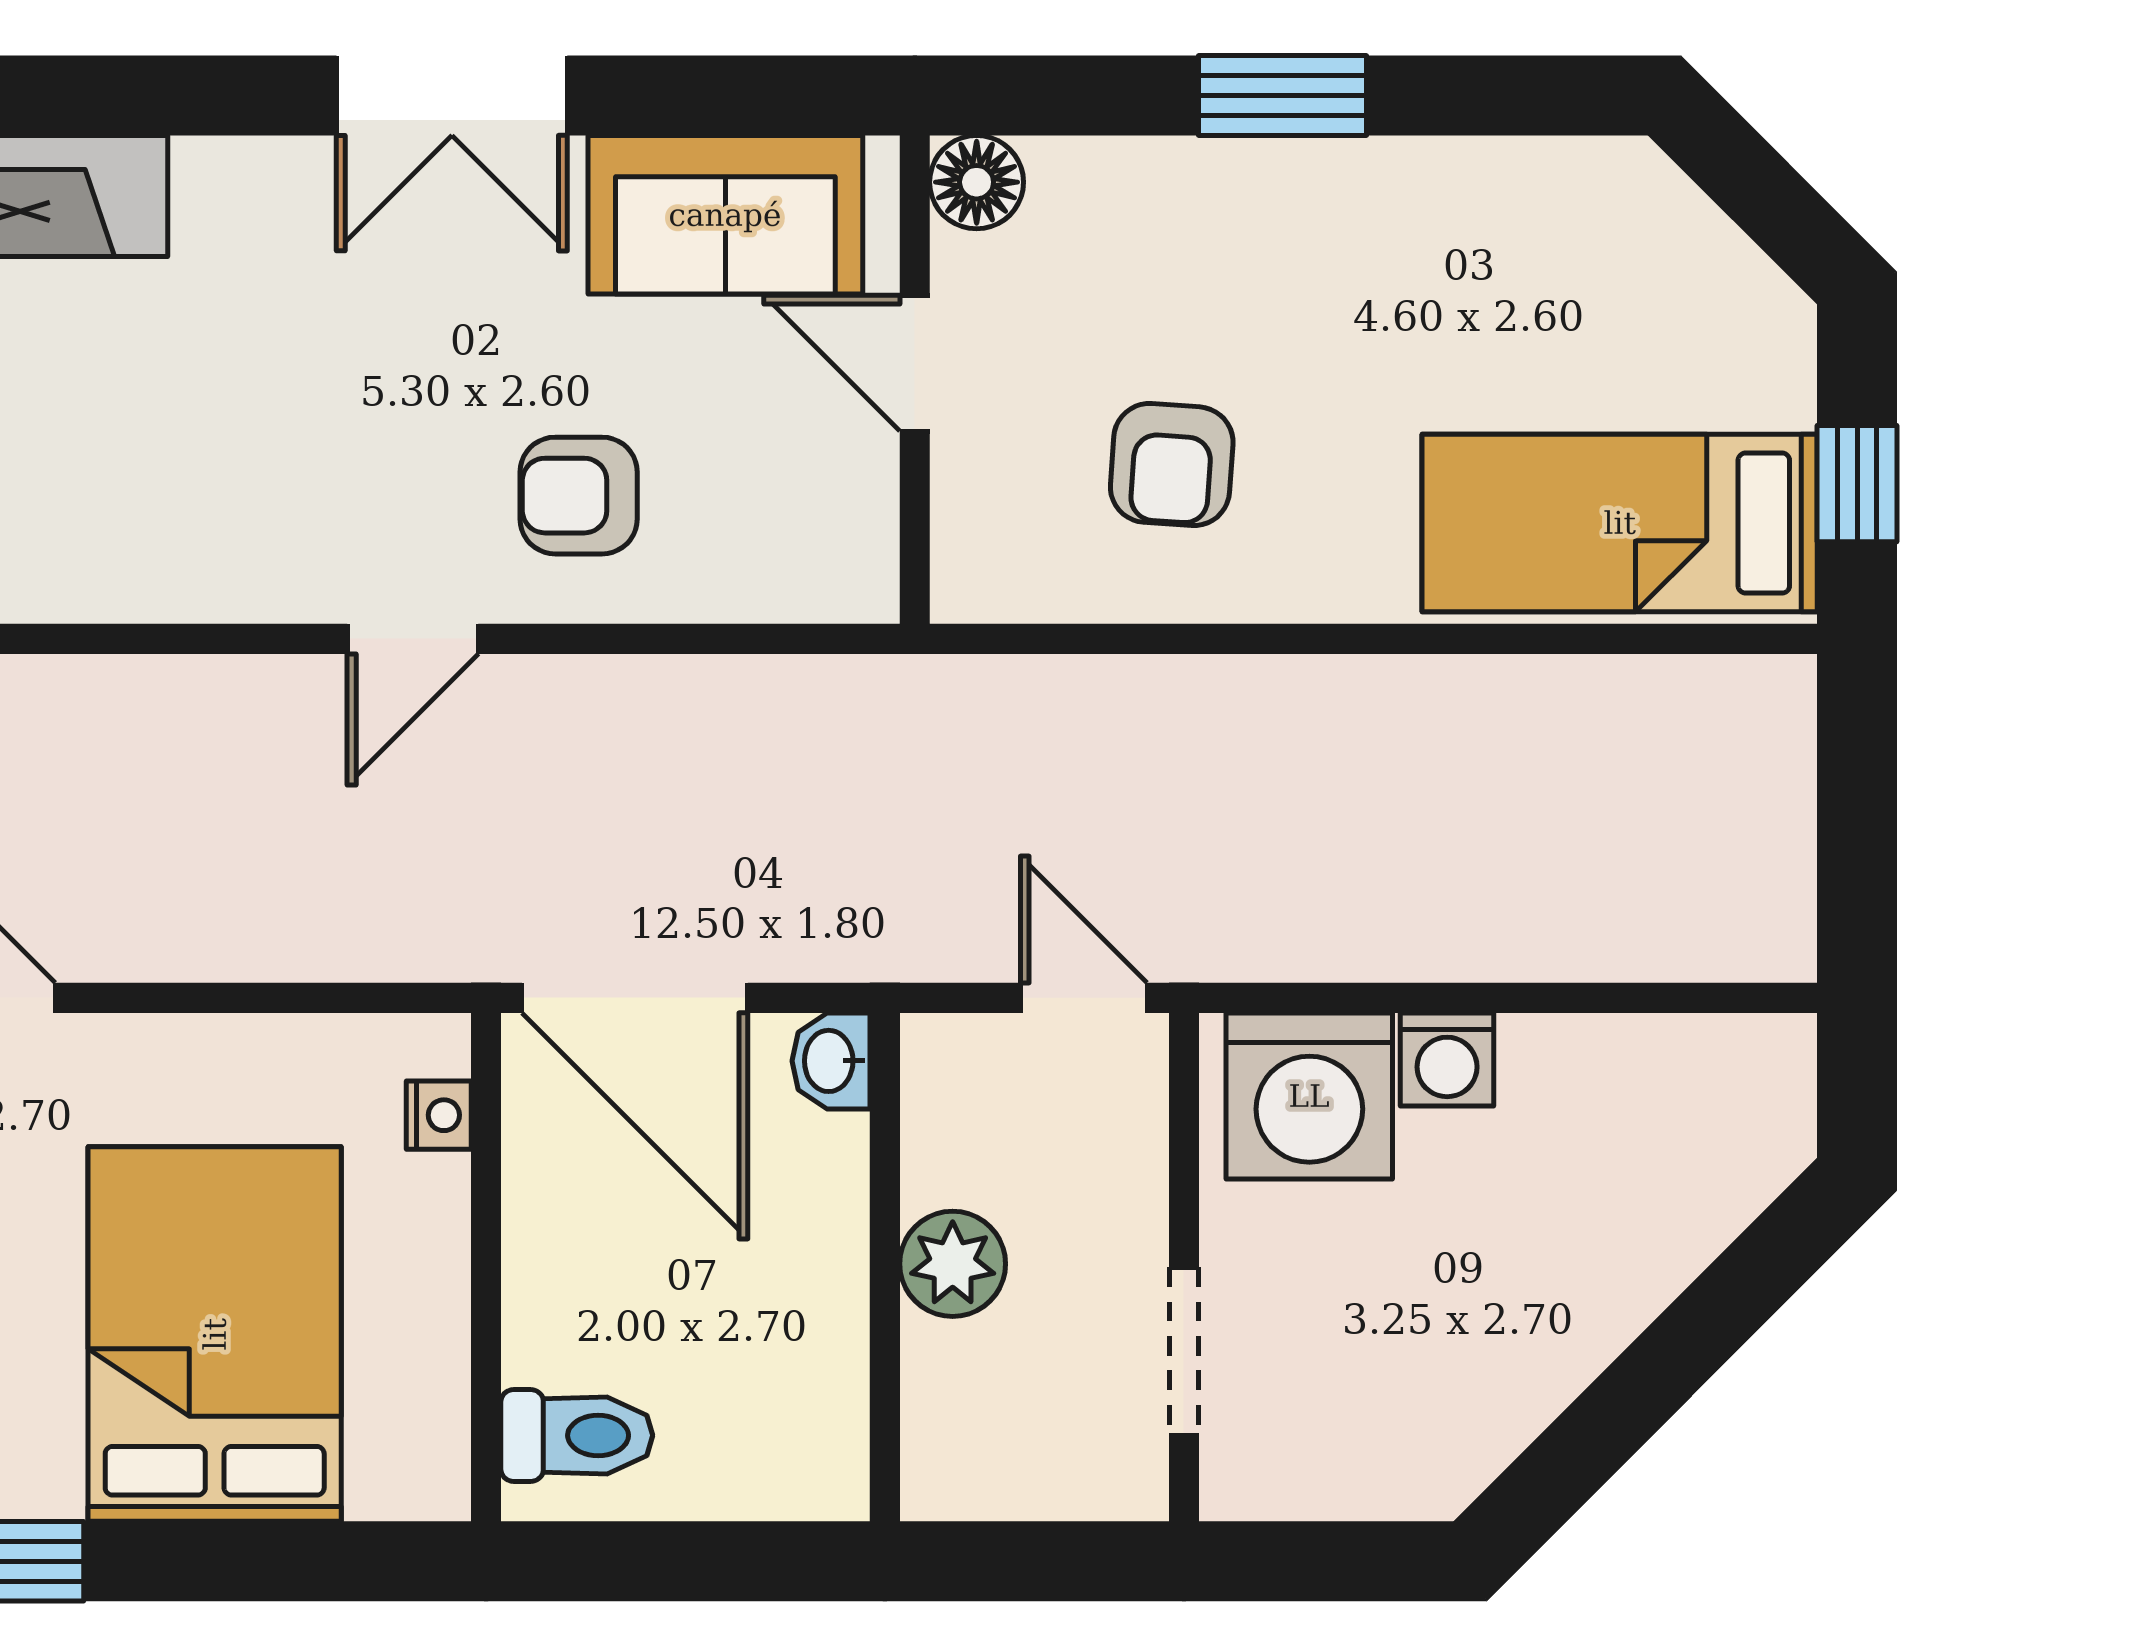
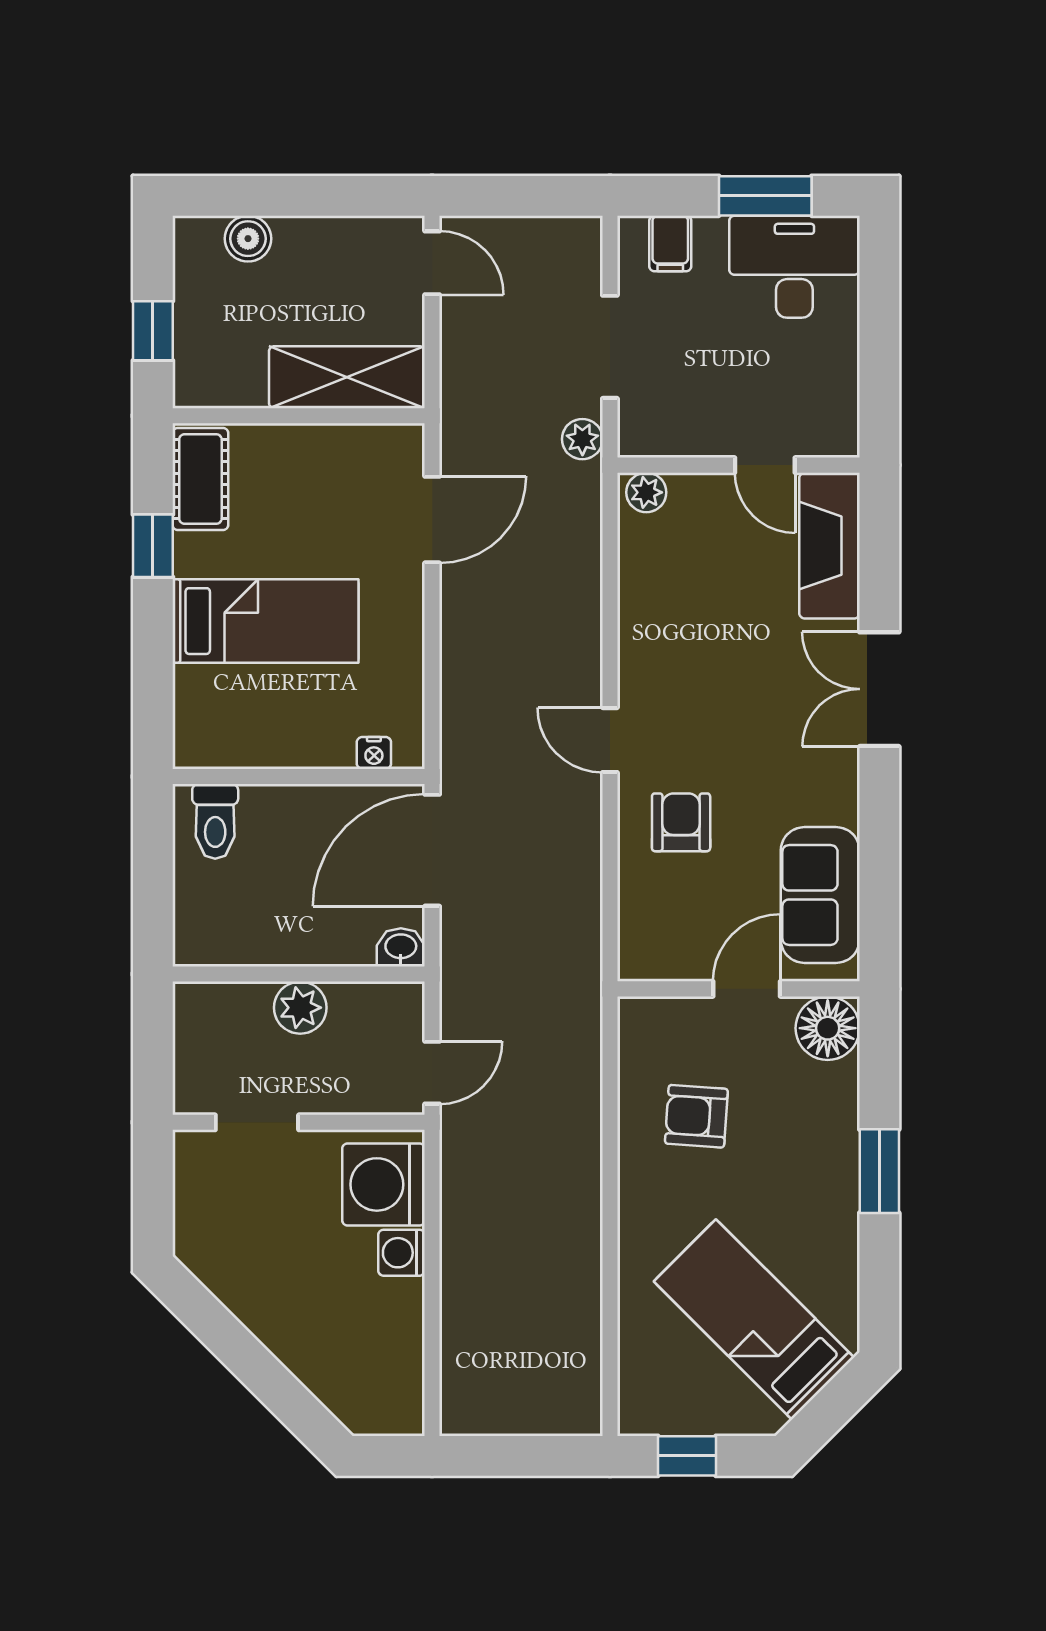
double door: (452, 96) -> (879, 689), moved
floor lamp: (977, 182) -> (828, 1028), width x1.38, depth x1.38
bed: (1620, 523) -> (754, 1319), moved, turned -45
bed: (215, 1334) -> (265, 621), width x0.67

